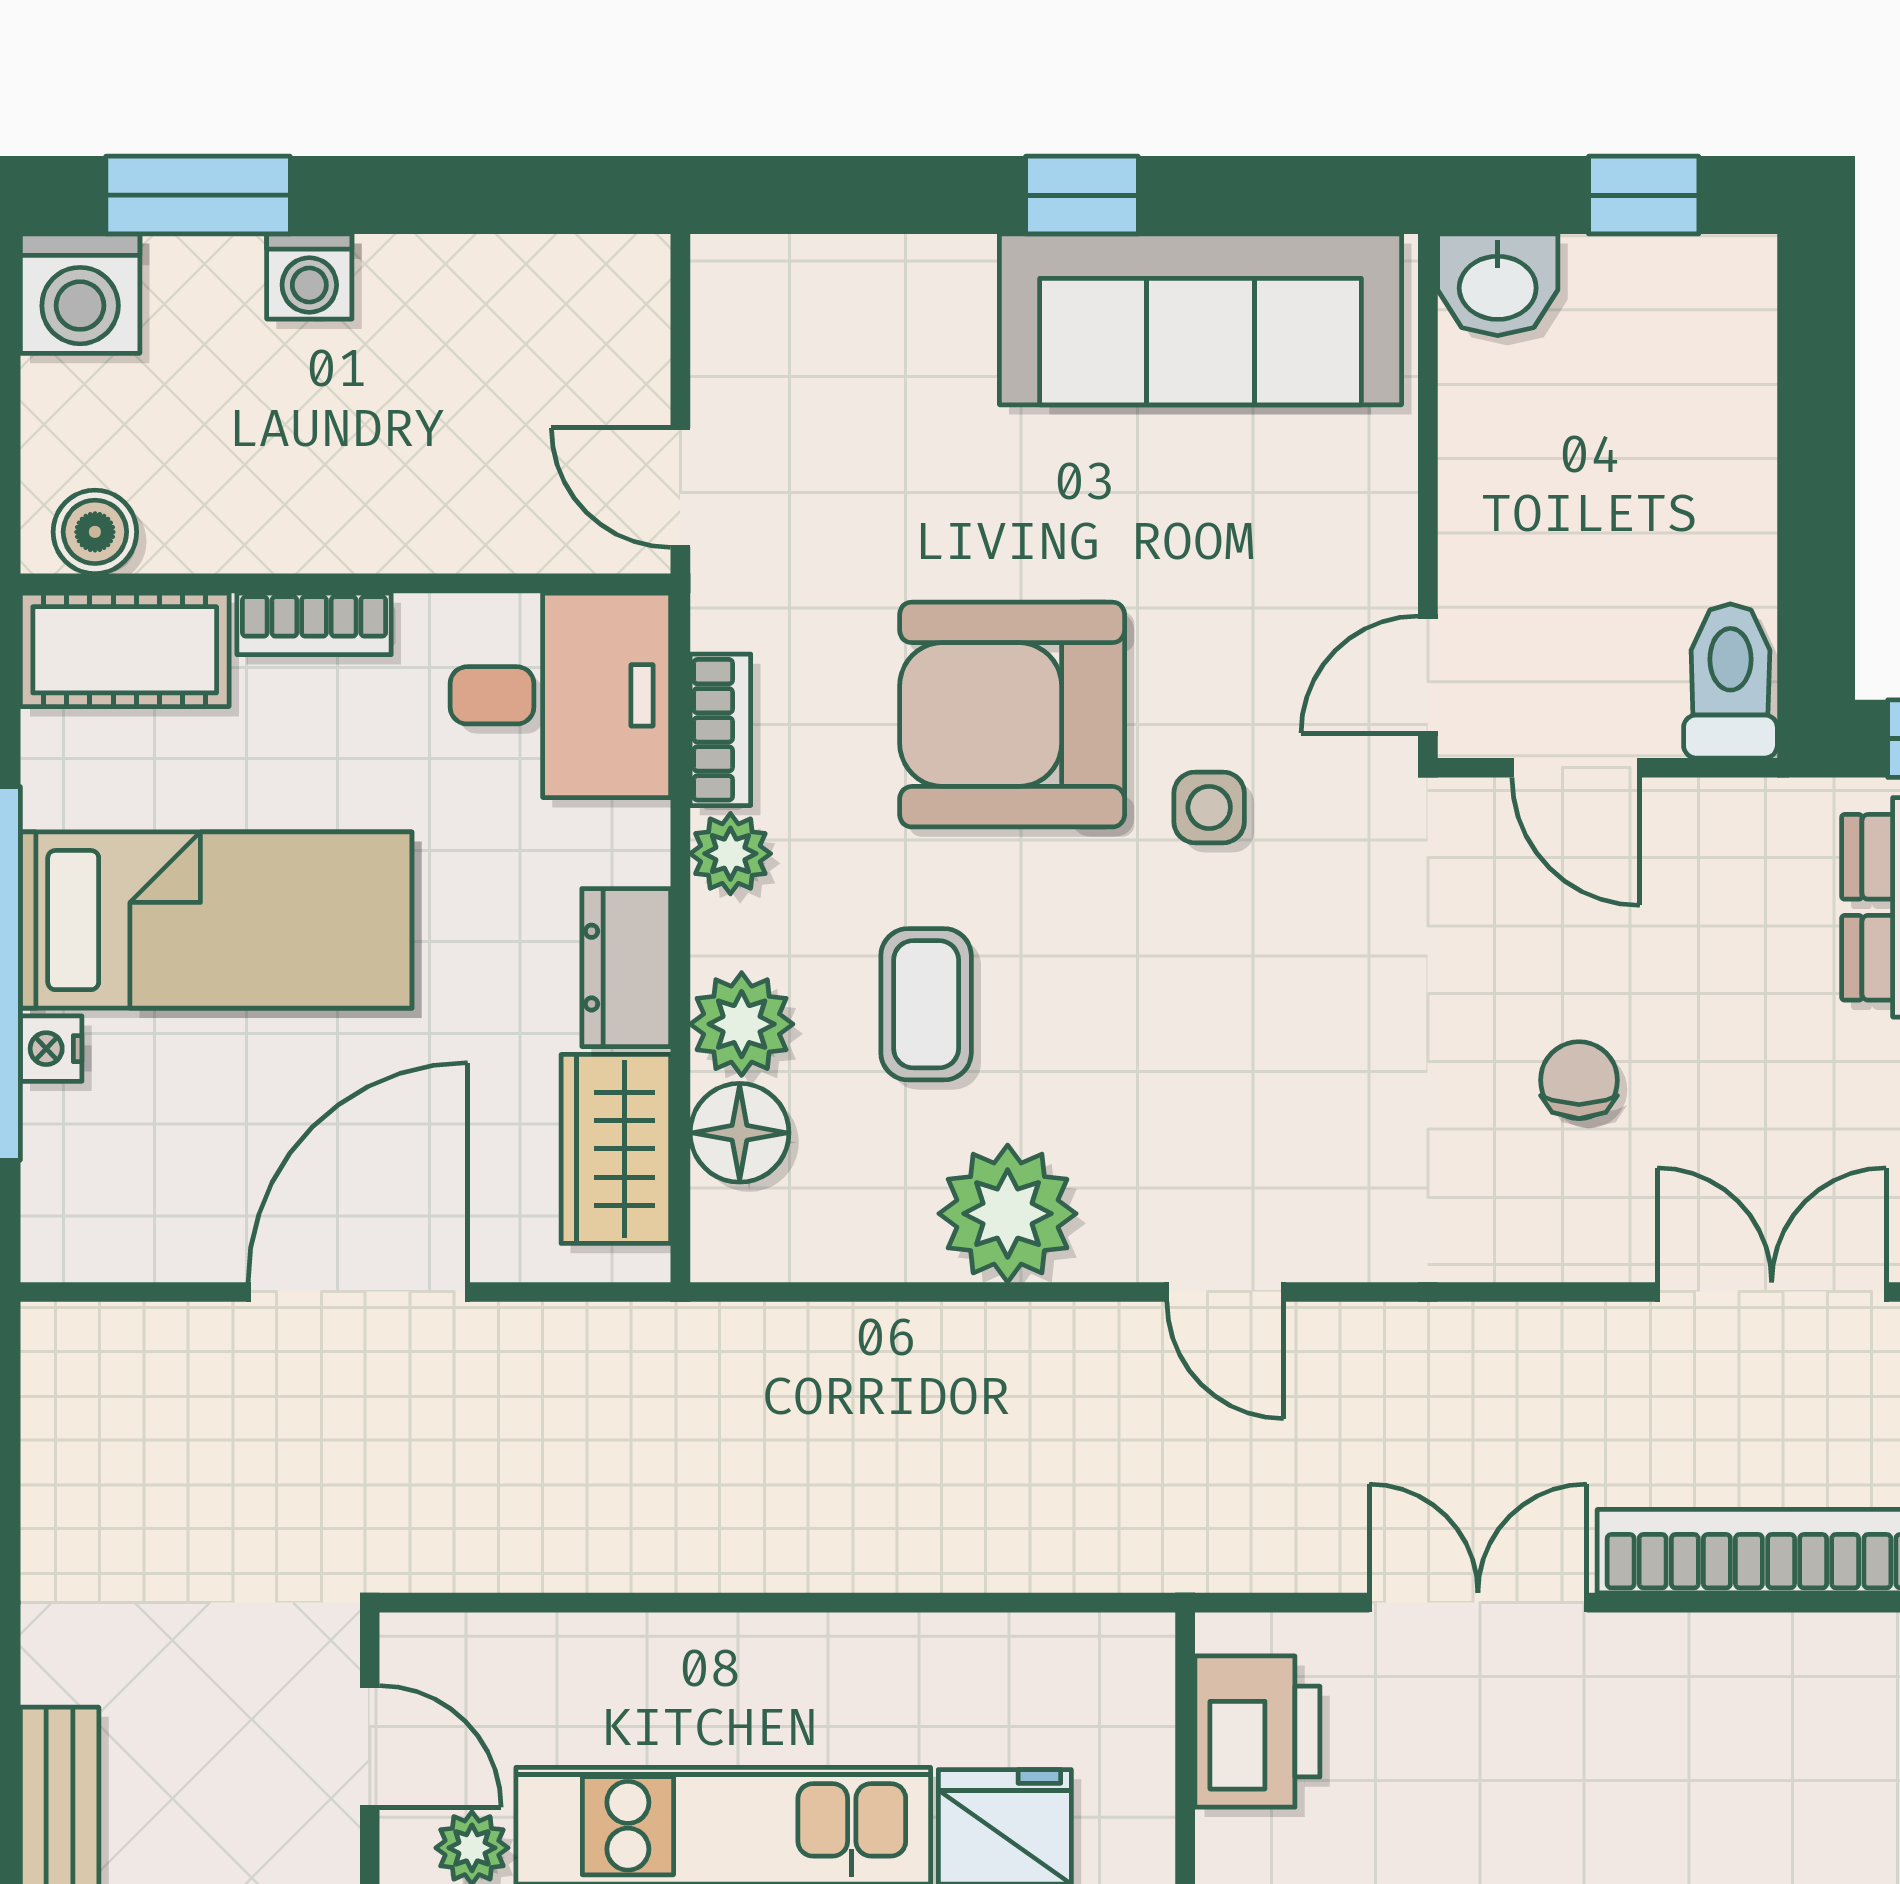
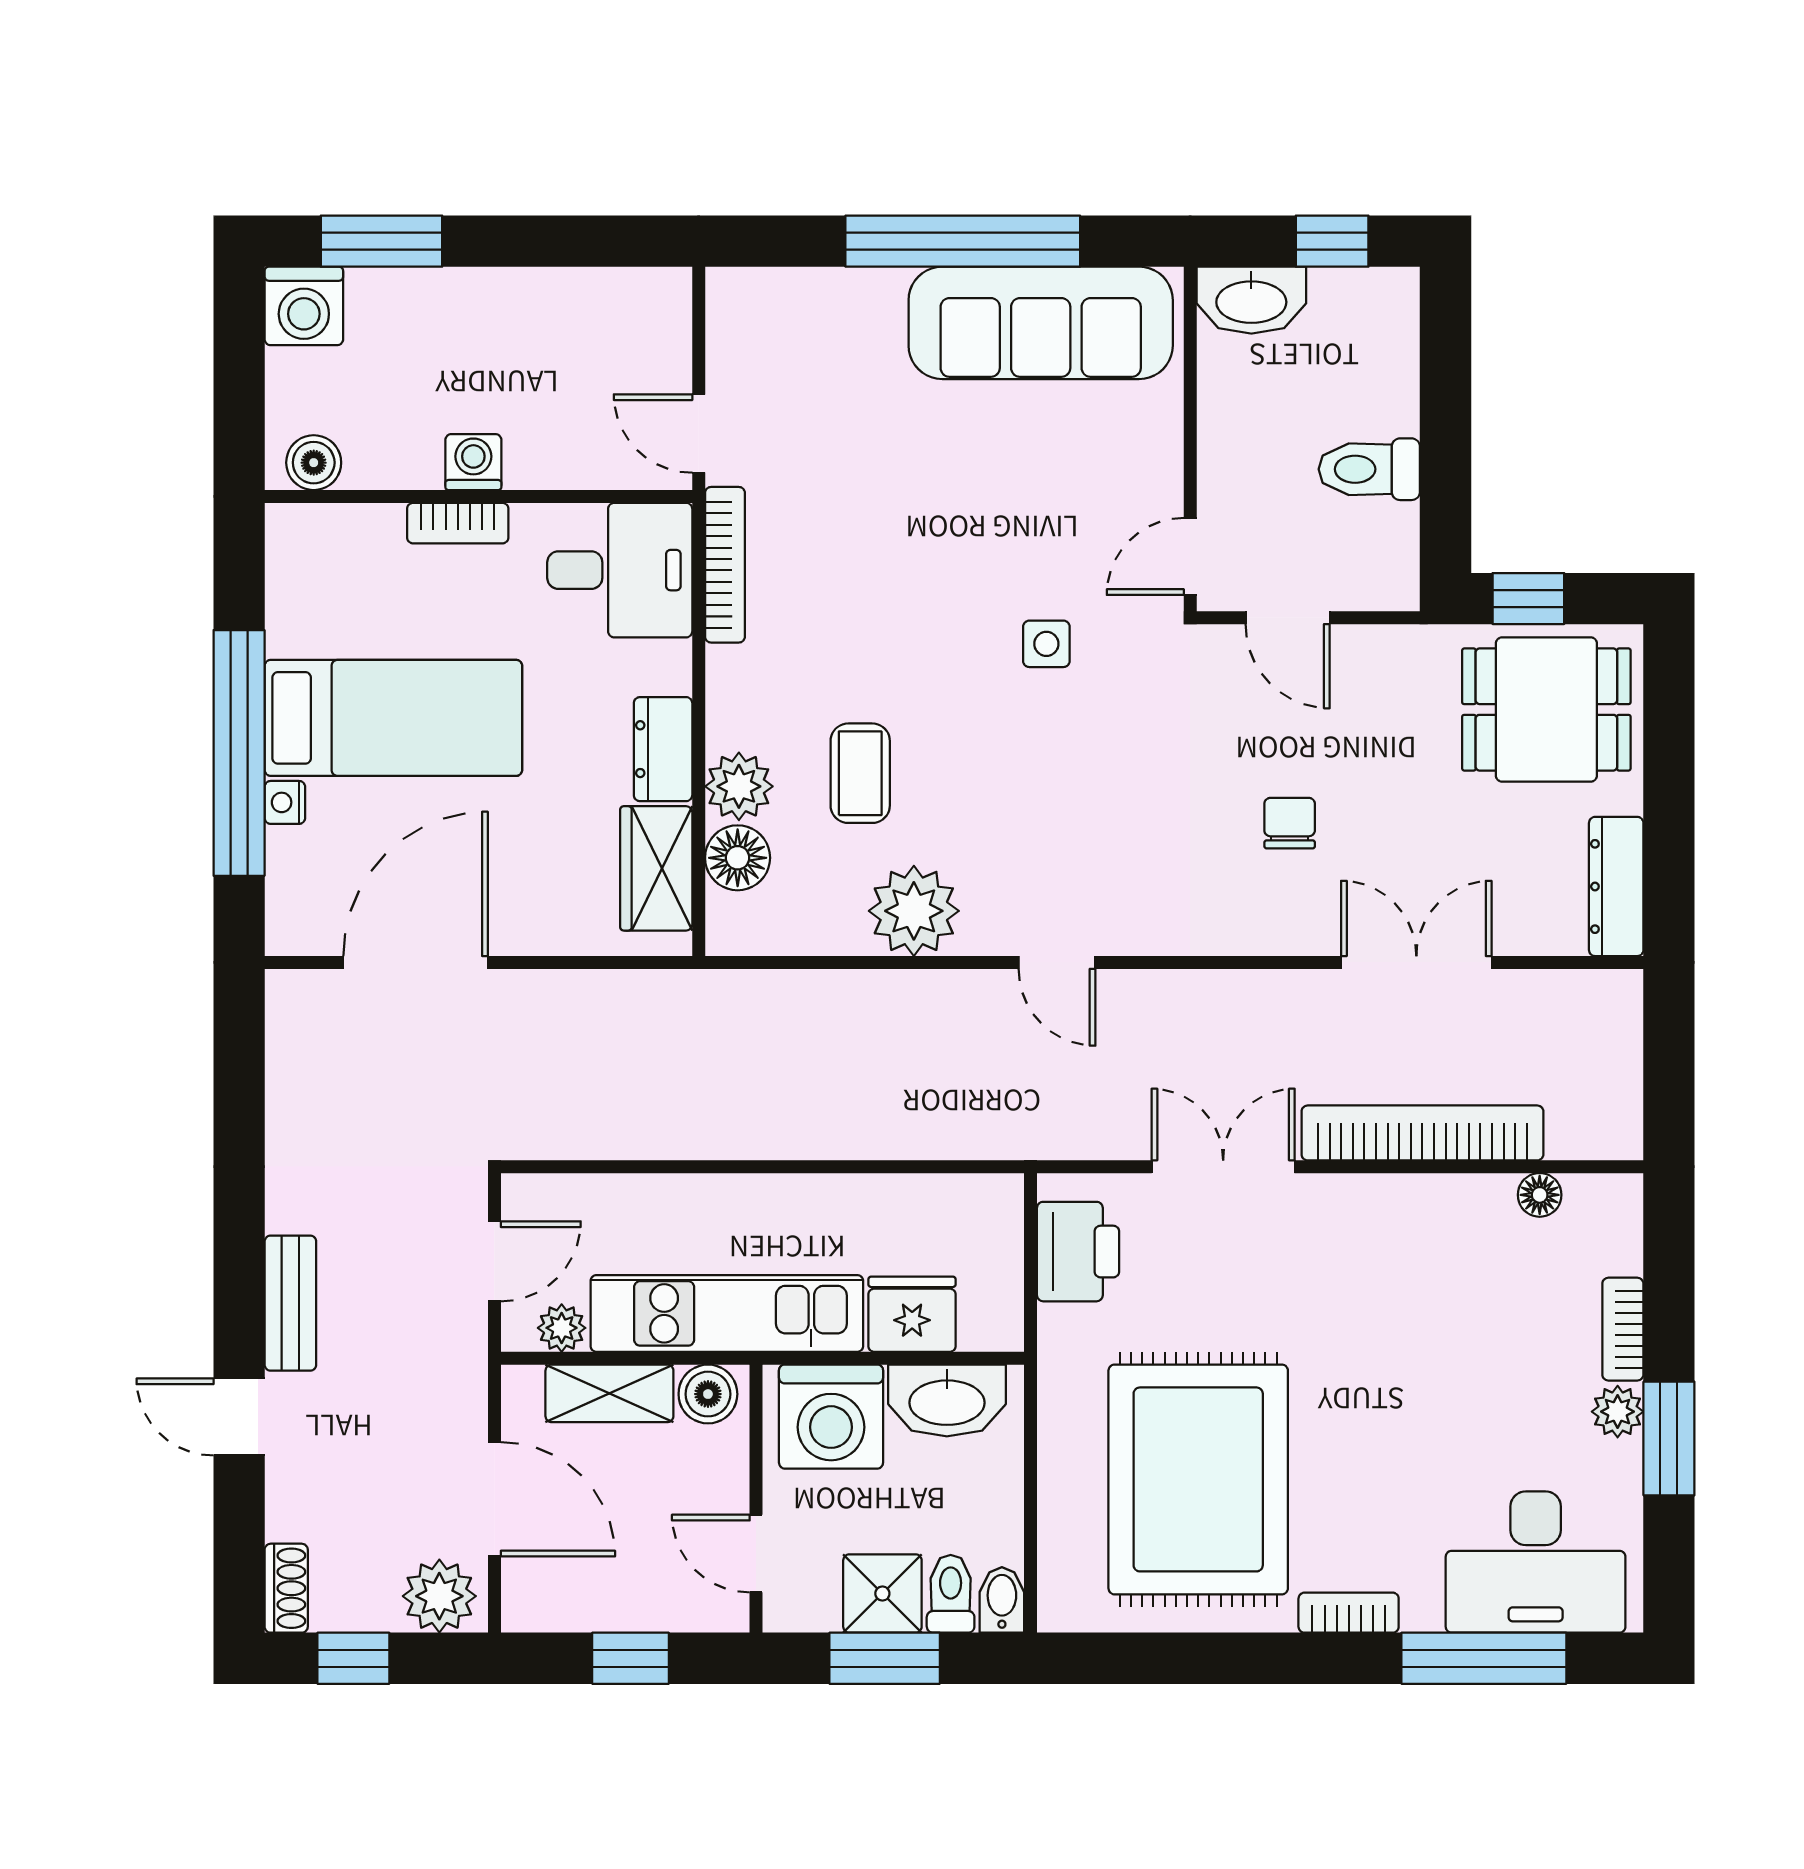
window: (1082, 195) -> (963, 241), width x3.17
washing machine: (309, 276) -> (473, 462), moved, turned 180
washbasin: (1498, 285) -> (1251, 300), width x1.38
cot: (125, 650) -> (333, 540), removed
toilet: (1730, 681) -> (1369, 469), moved, turned -90
armchair: (1012, 715) -> (917, 583), removed
bookcase: (720, 730) -> (725, 565), width x1.56
plant: (730, 854) -> (732, 674), removed
door: (358, 1292) -> (416, 962), moved
door: (370, 1746) -> (494, 1261), hinge flipped

